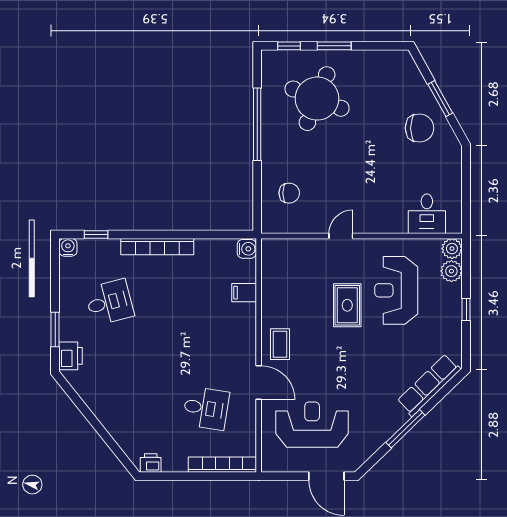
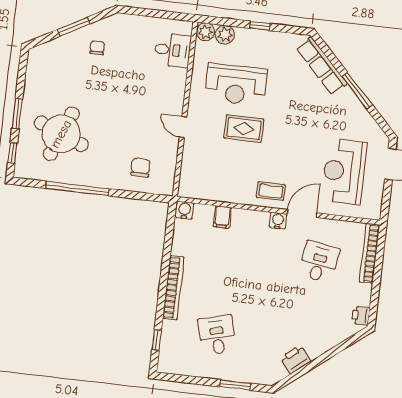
chair: (419, 128) -> (97, 48), width x0.54, depth x0.54
water cooler: (68, 247) -> (278, 221), moved, turned 90
printer: (71, 356) -> (296, 359), moved, turned -39

